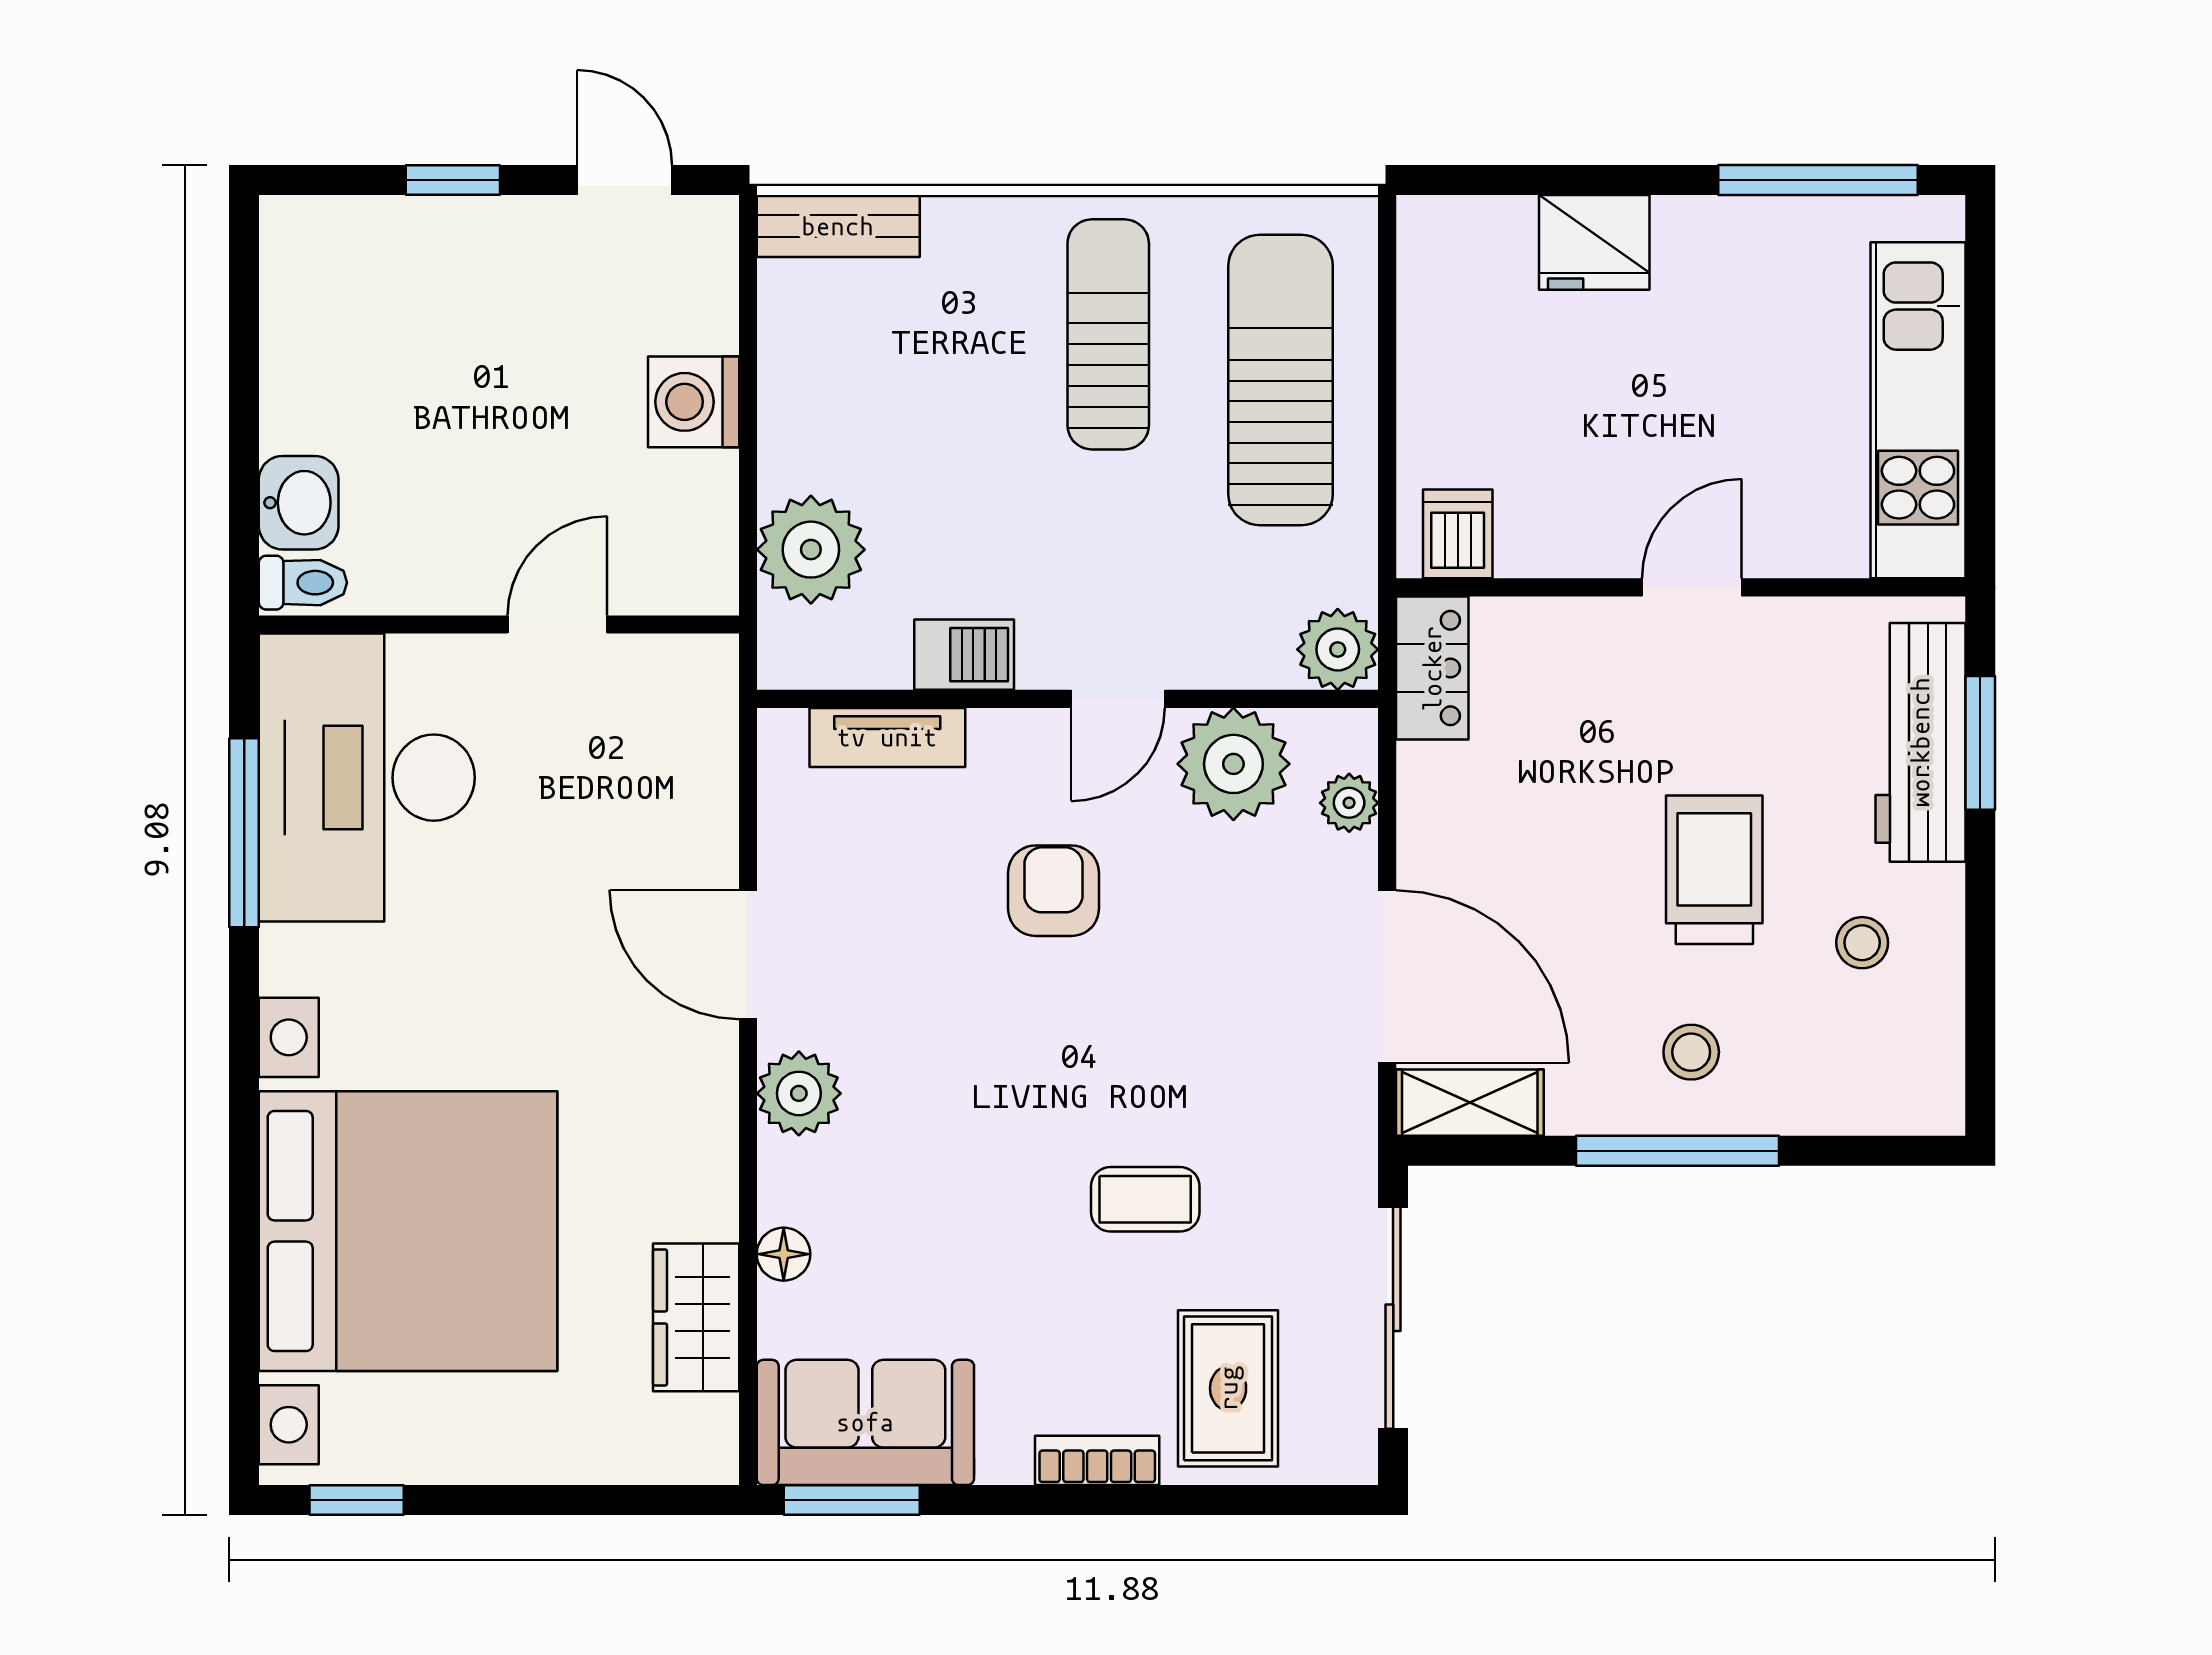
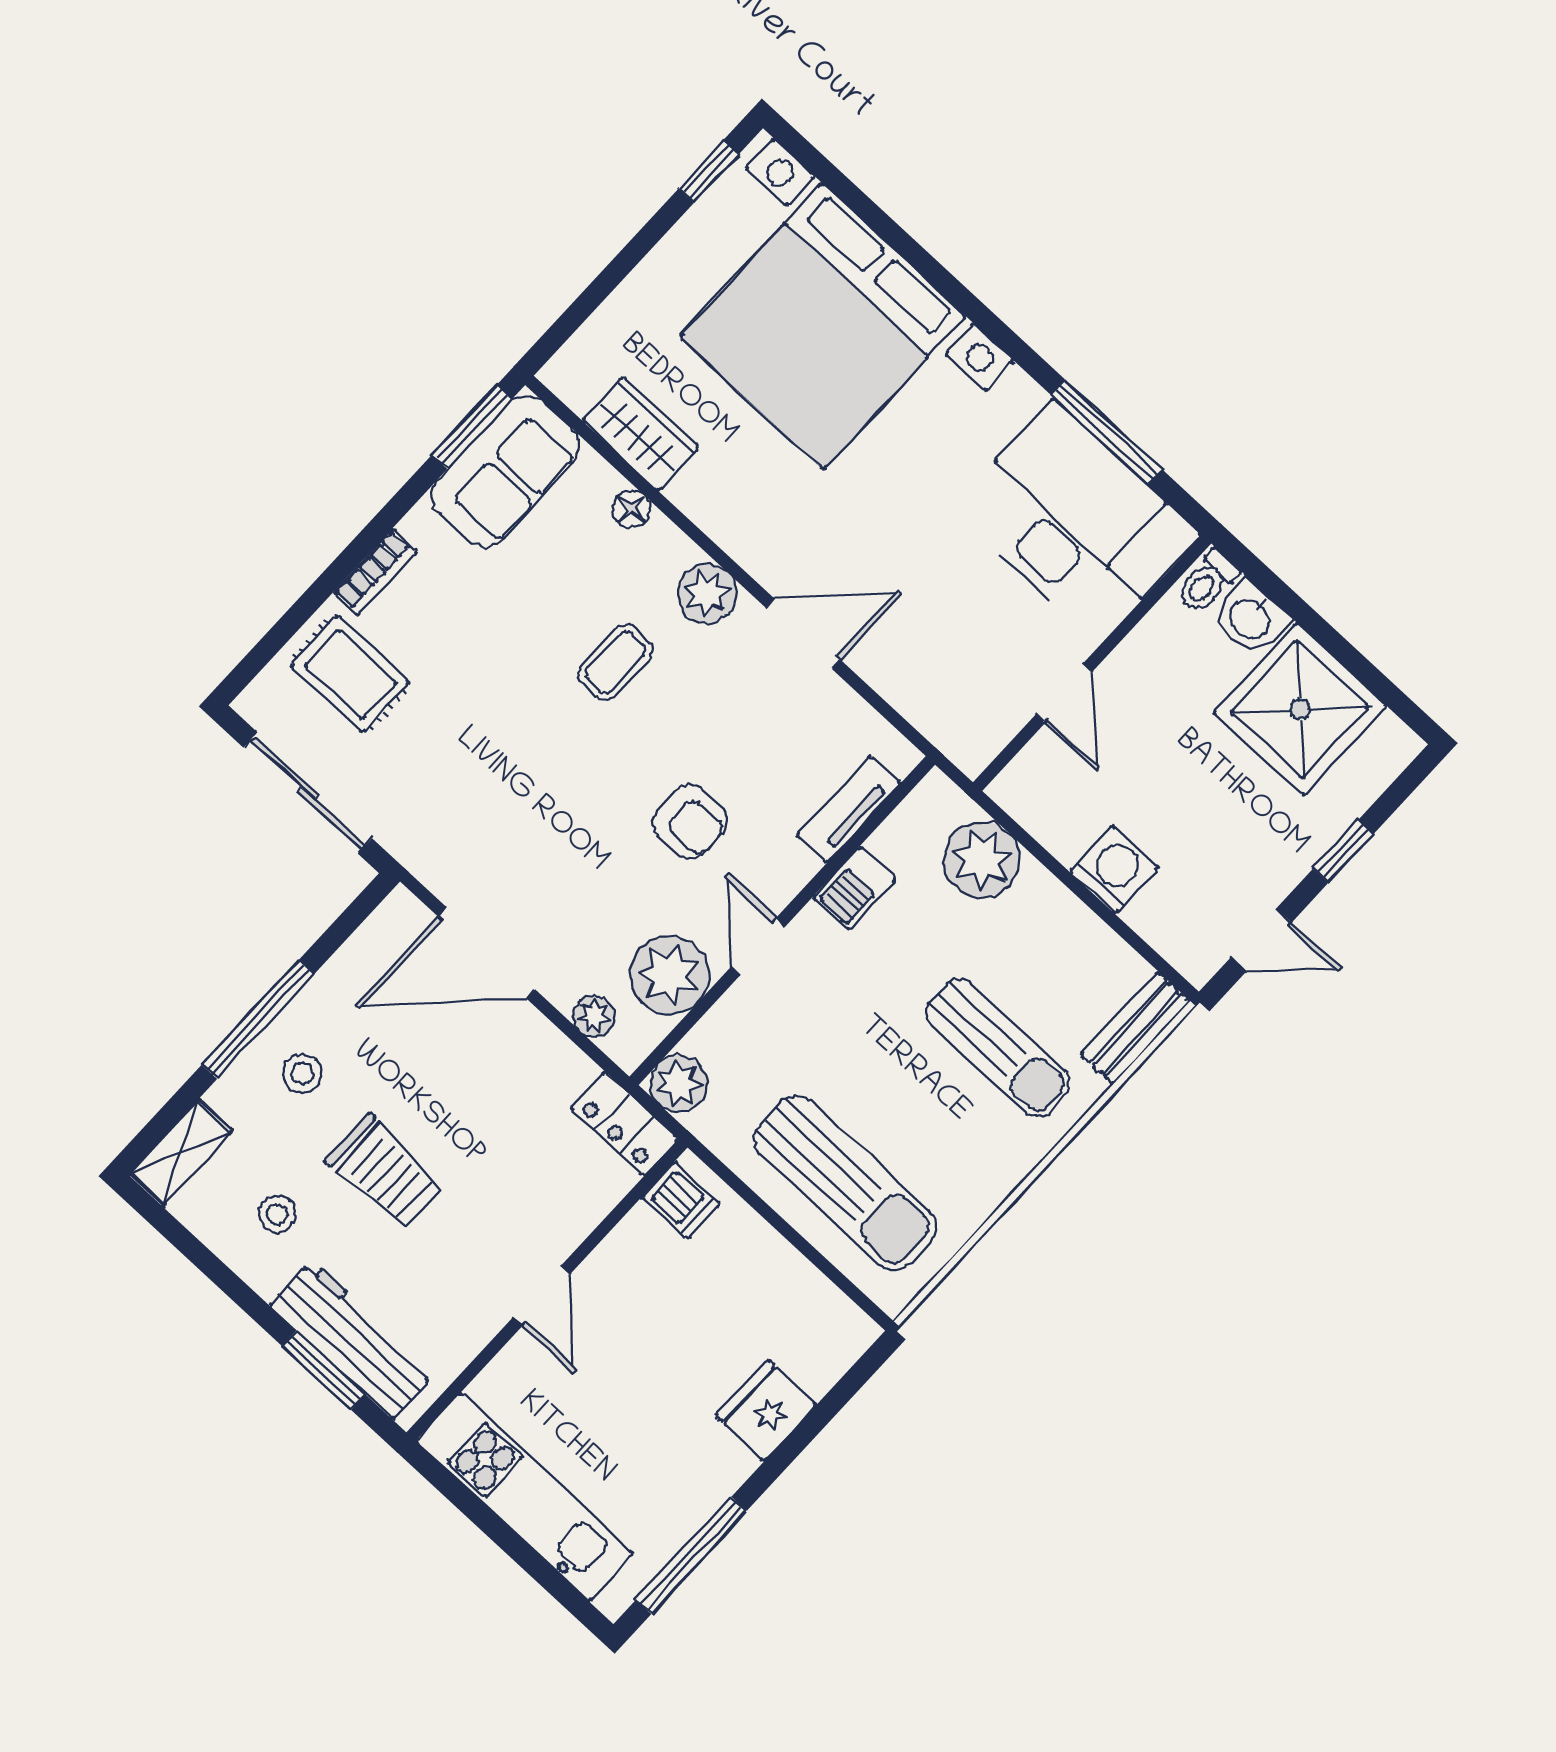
sun lounger: (1108, 334) -> (998, 1048), moved
shower: (346, 362) -> (1300, 709), added
shelving: (1470, 1103) -> (181, 1153), moved
coffee table: (1145, 1199) -> (615, 662), moved

